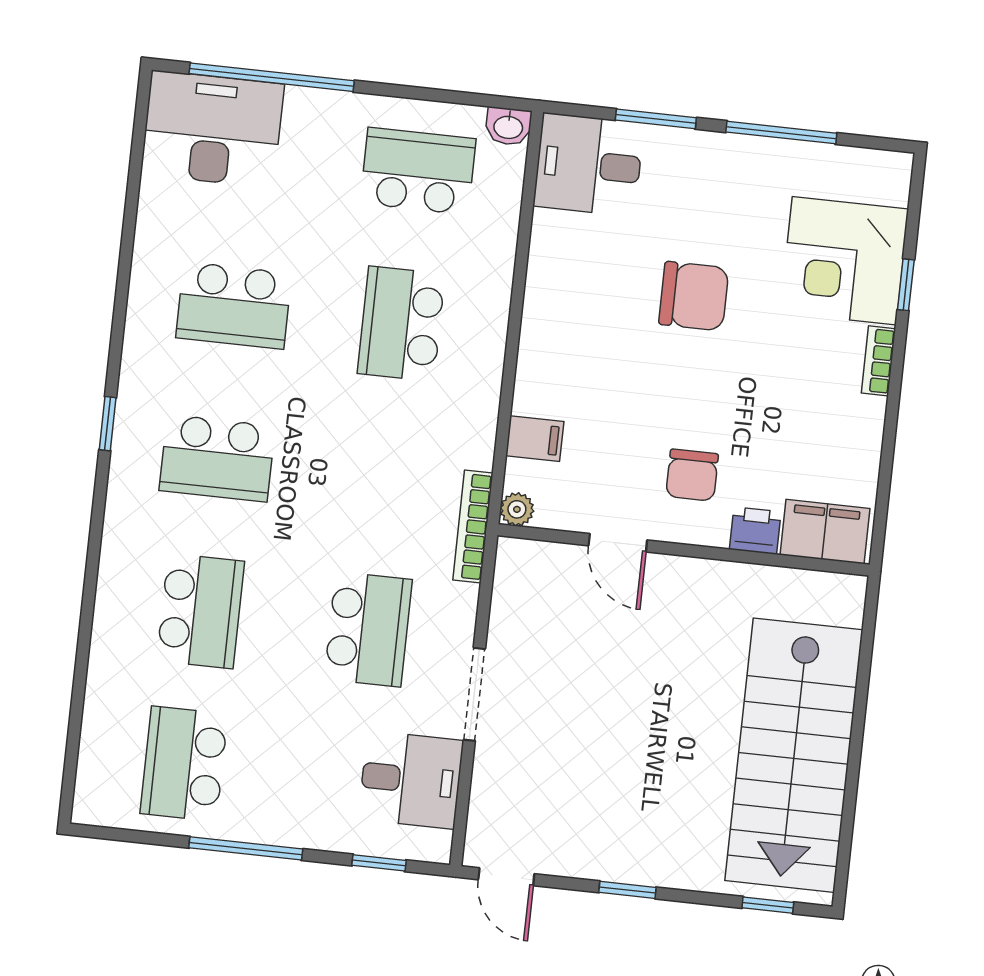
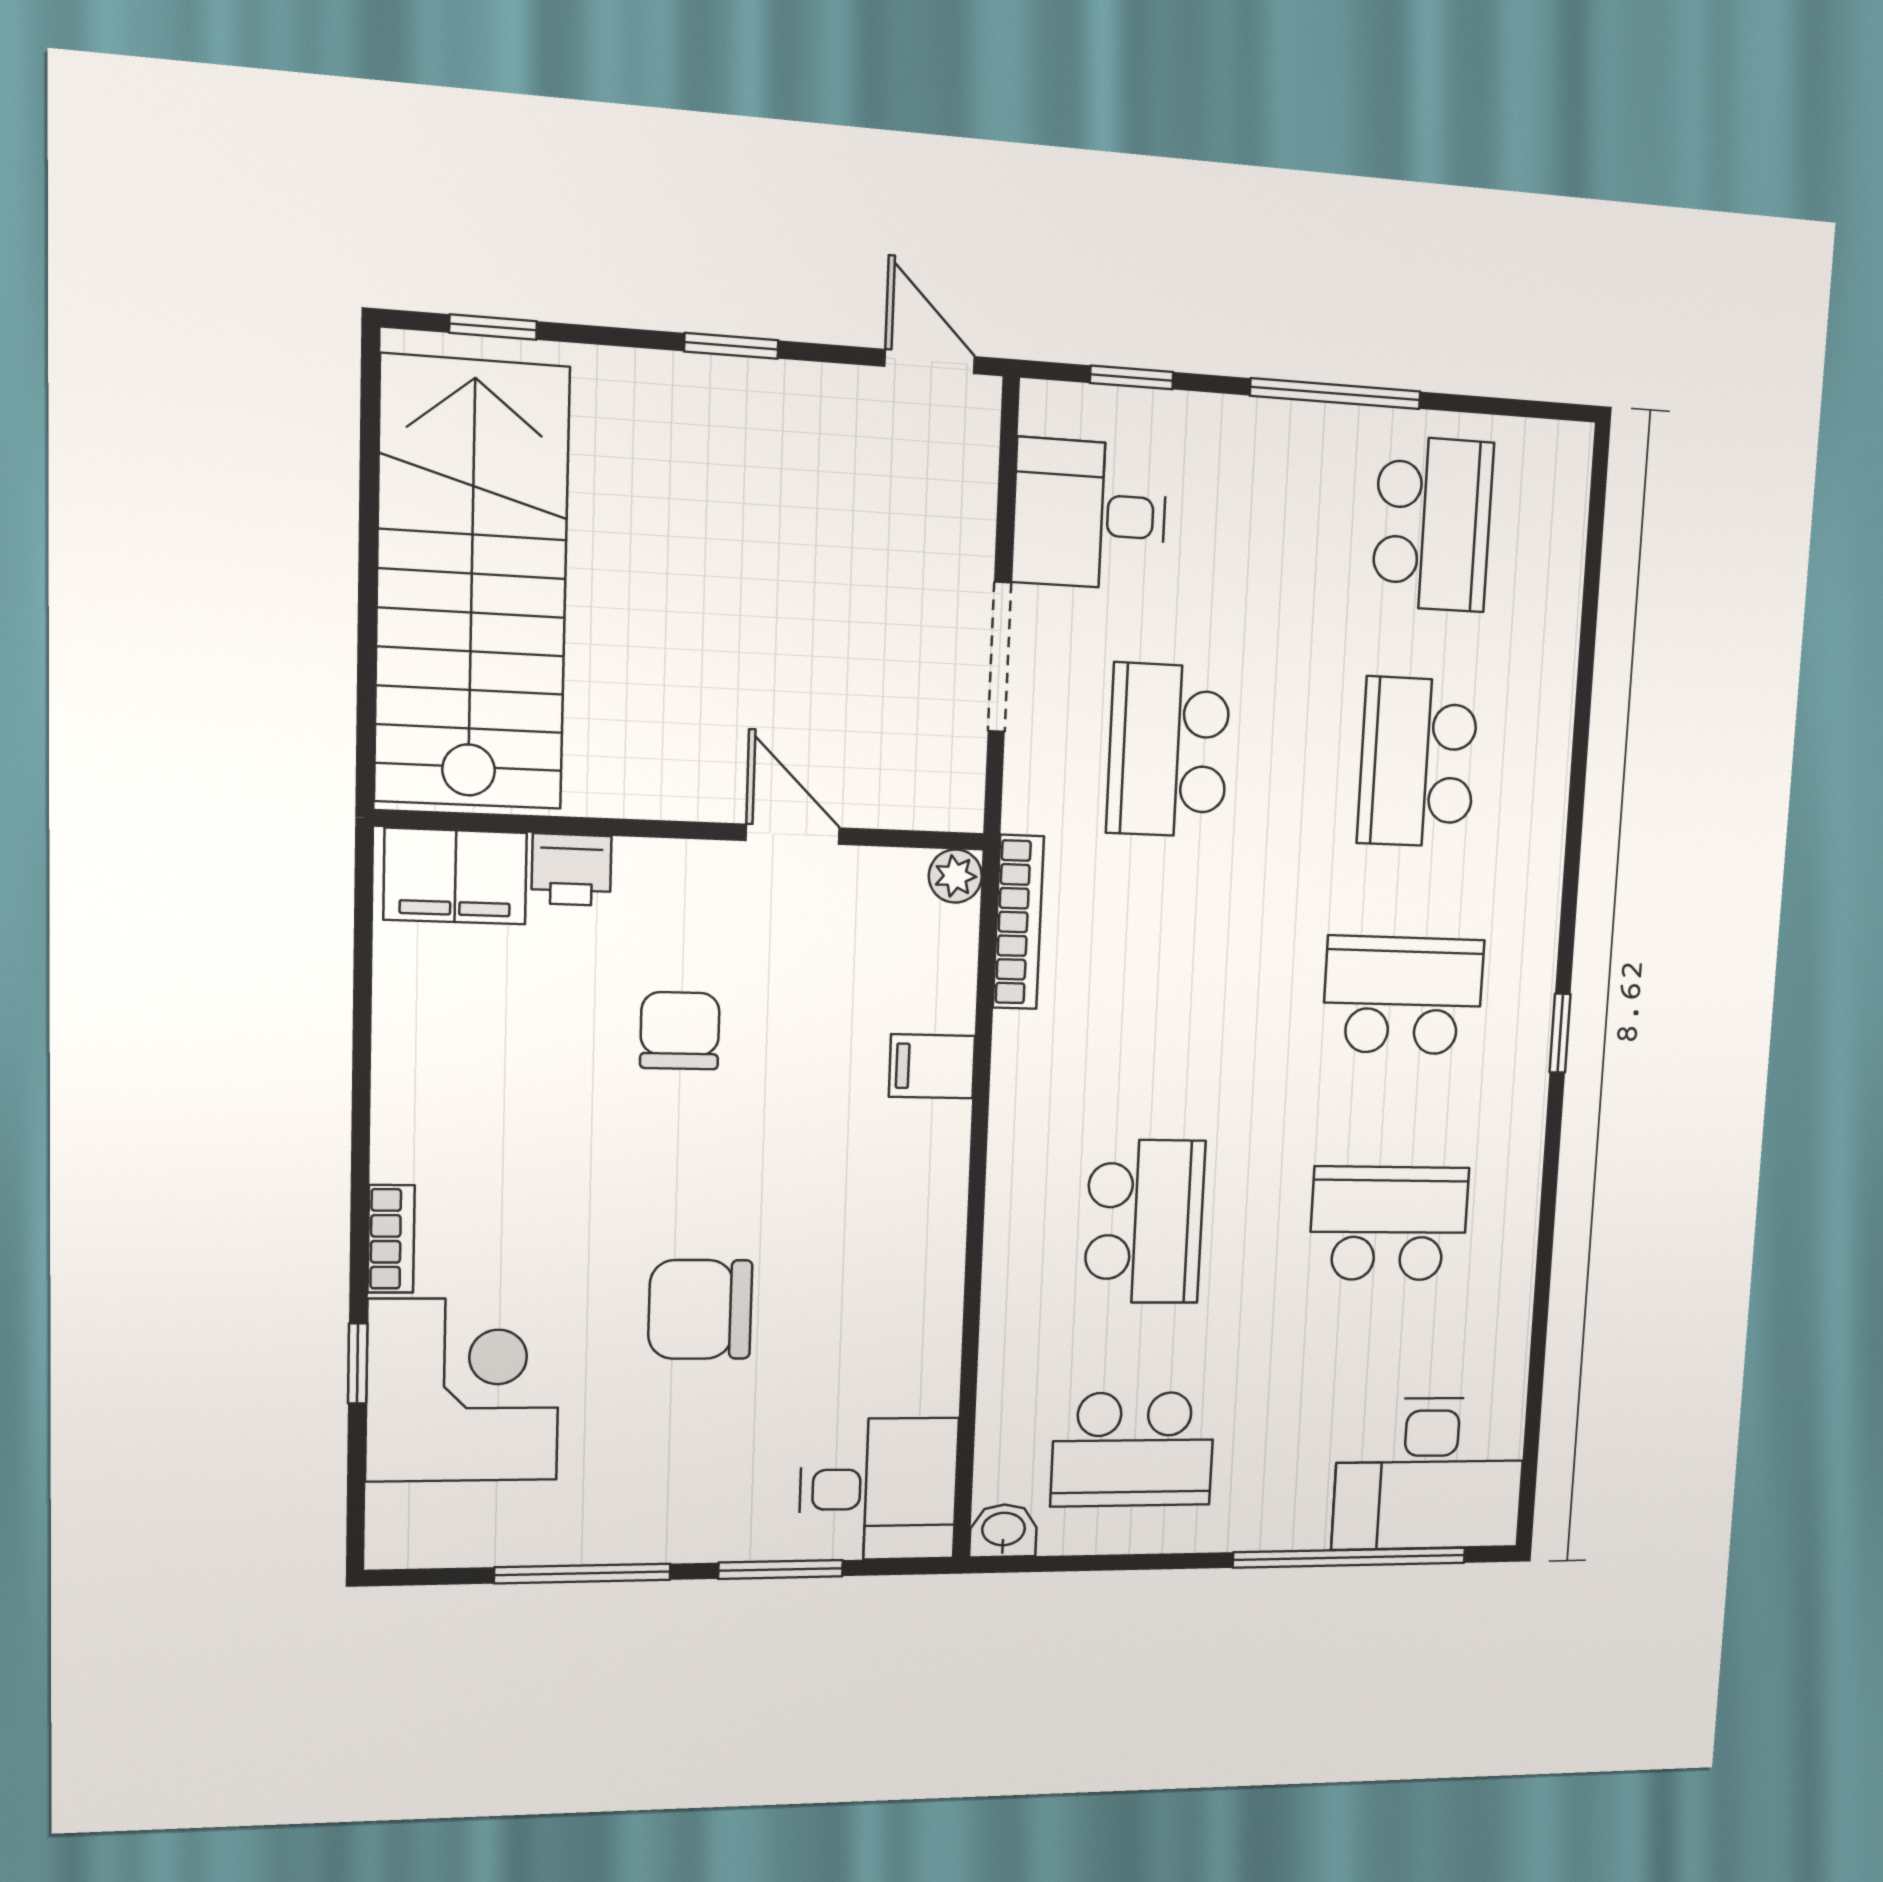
plant: (517, 509) -> (955, 876), moved
printer: (755, 531) -> (571, 870), moved
filing cabinet: (825, 532) -> (455, 876), moved
door: (618, 543) -> (793, 834), moved
wall: (684, 550) -> (686, 830), moved

